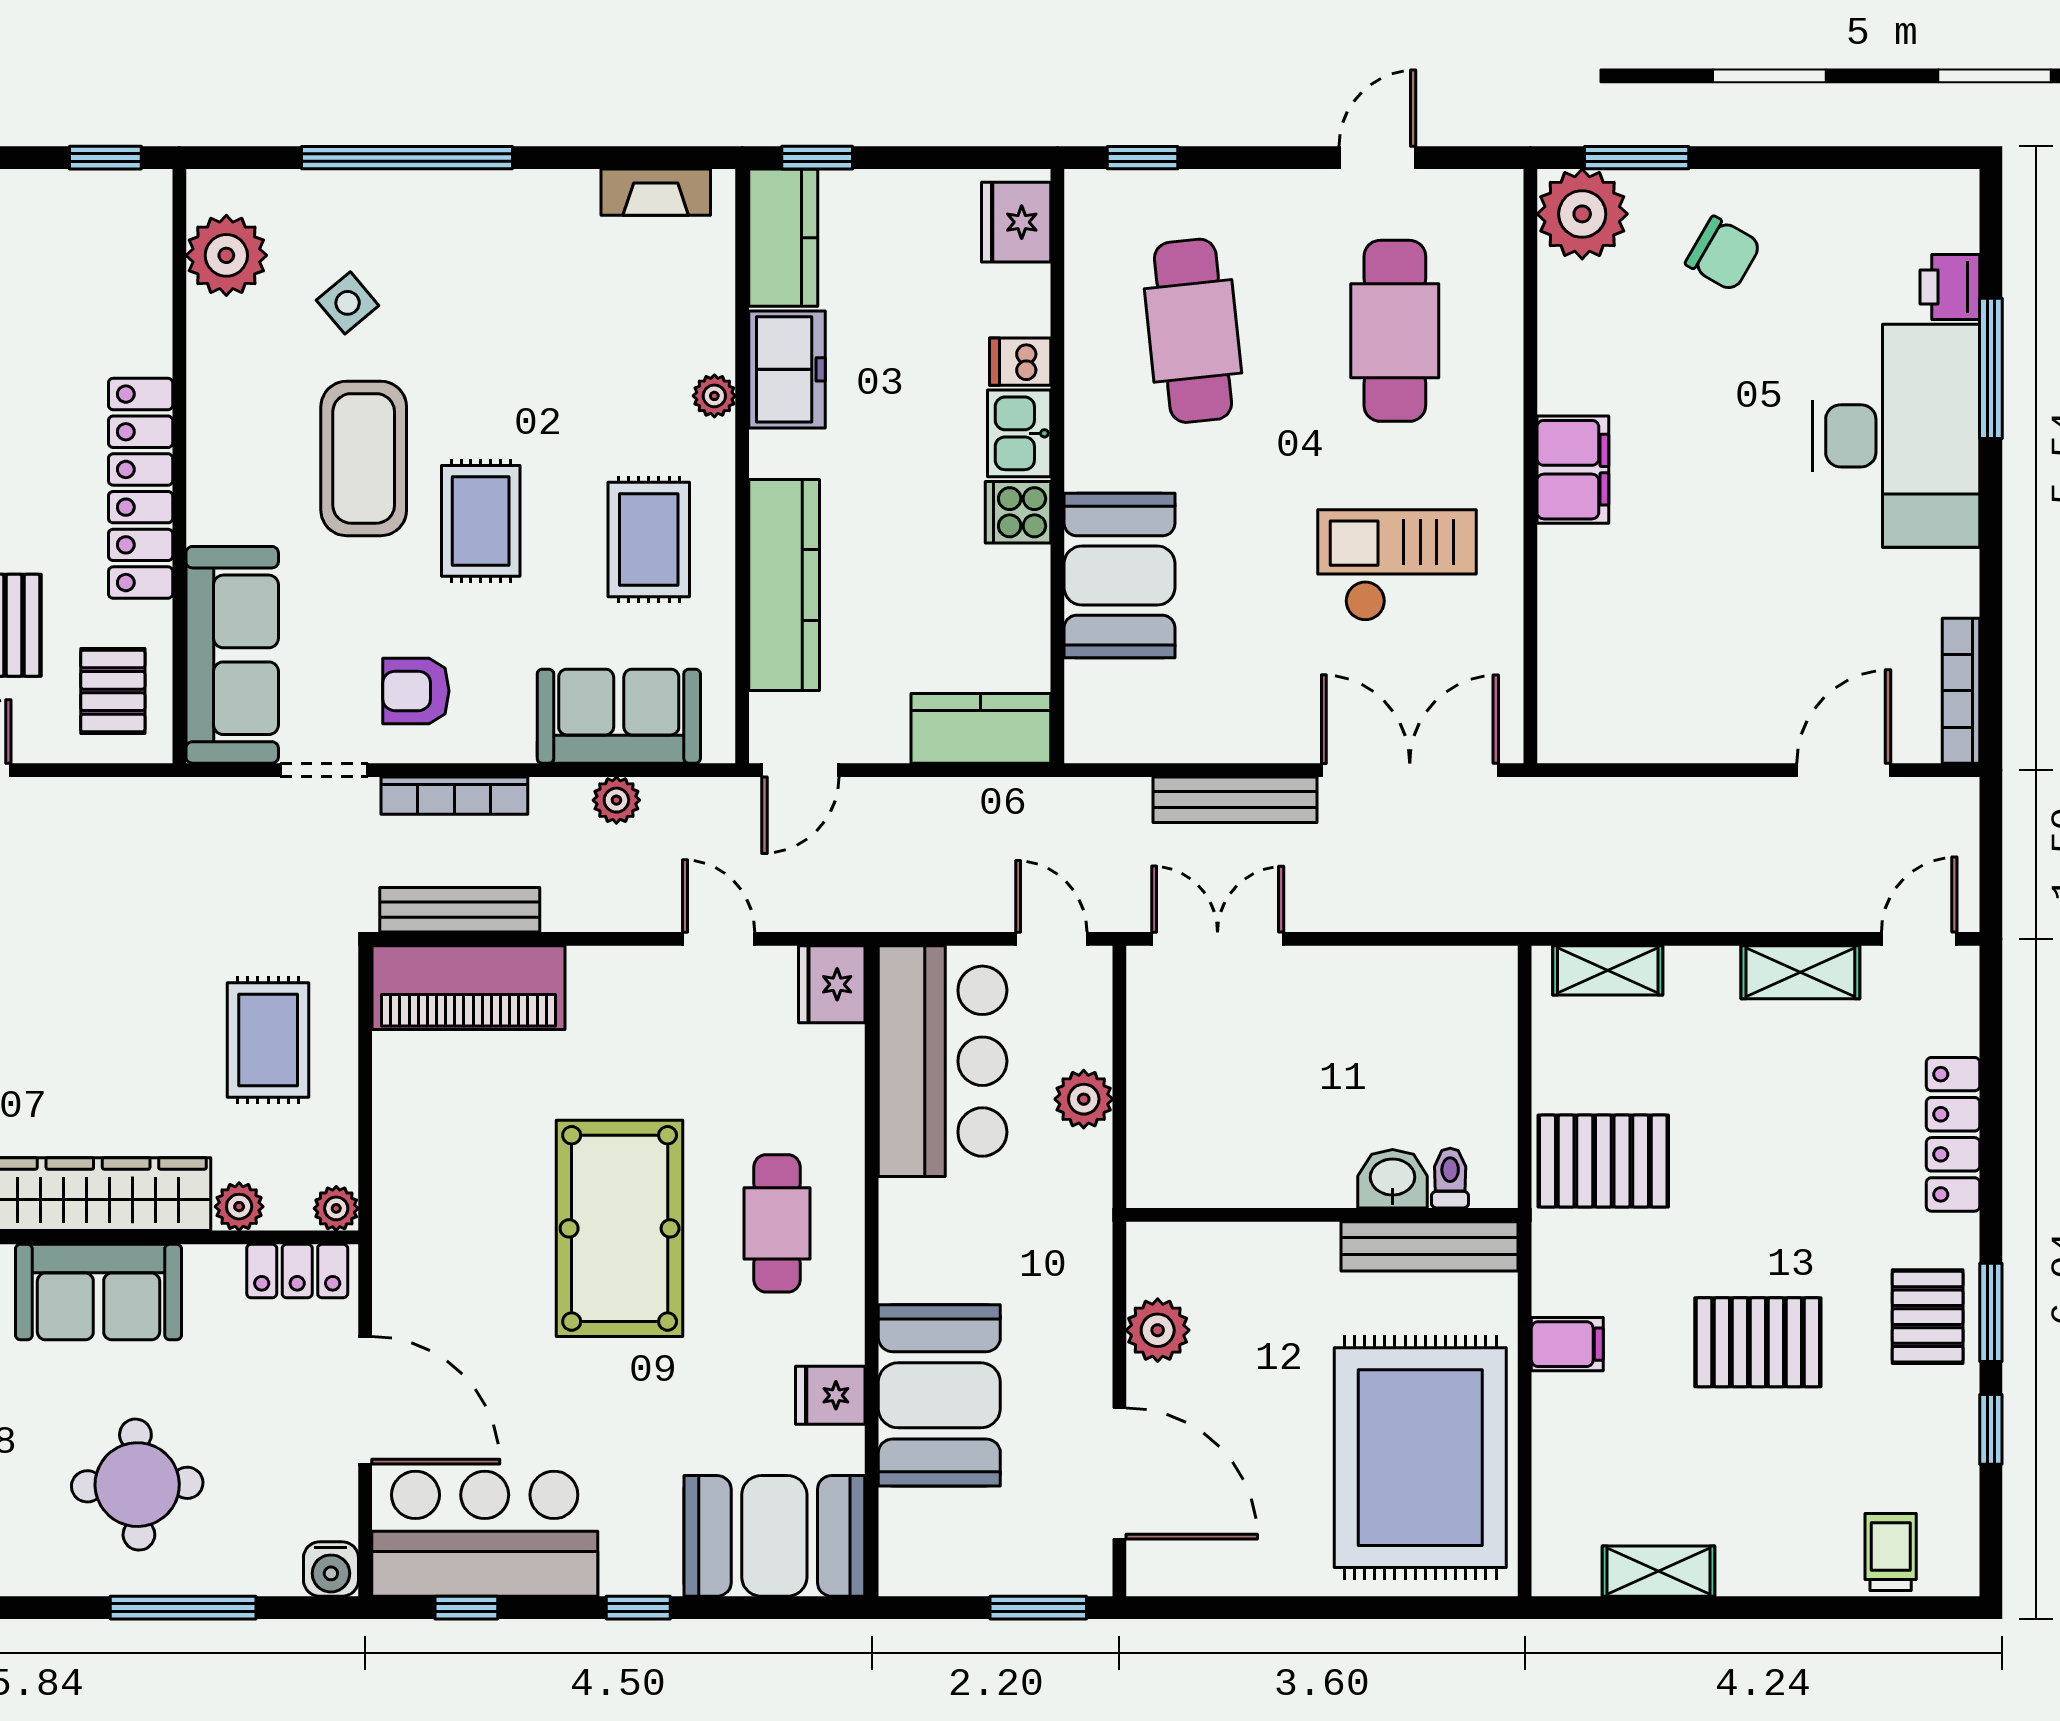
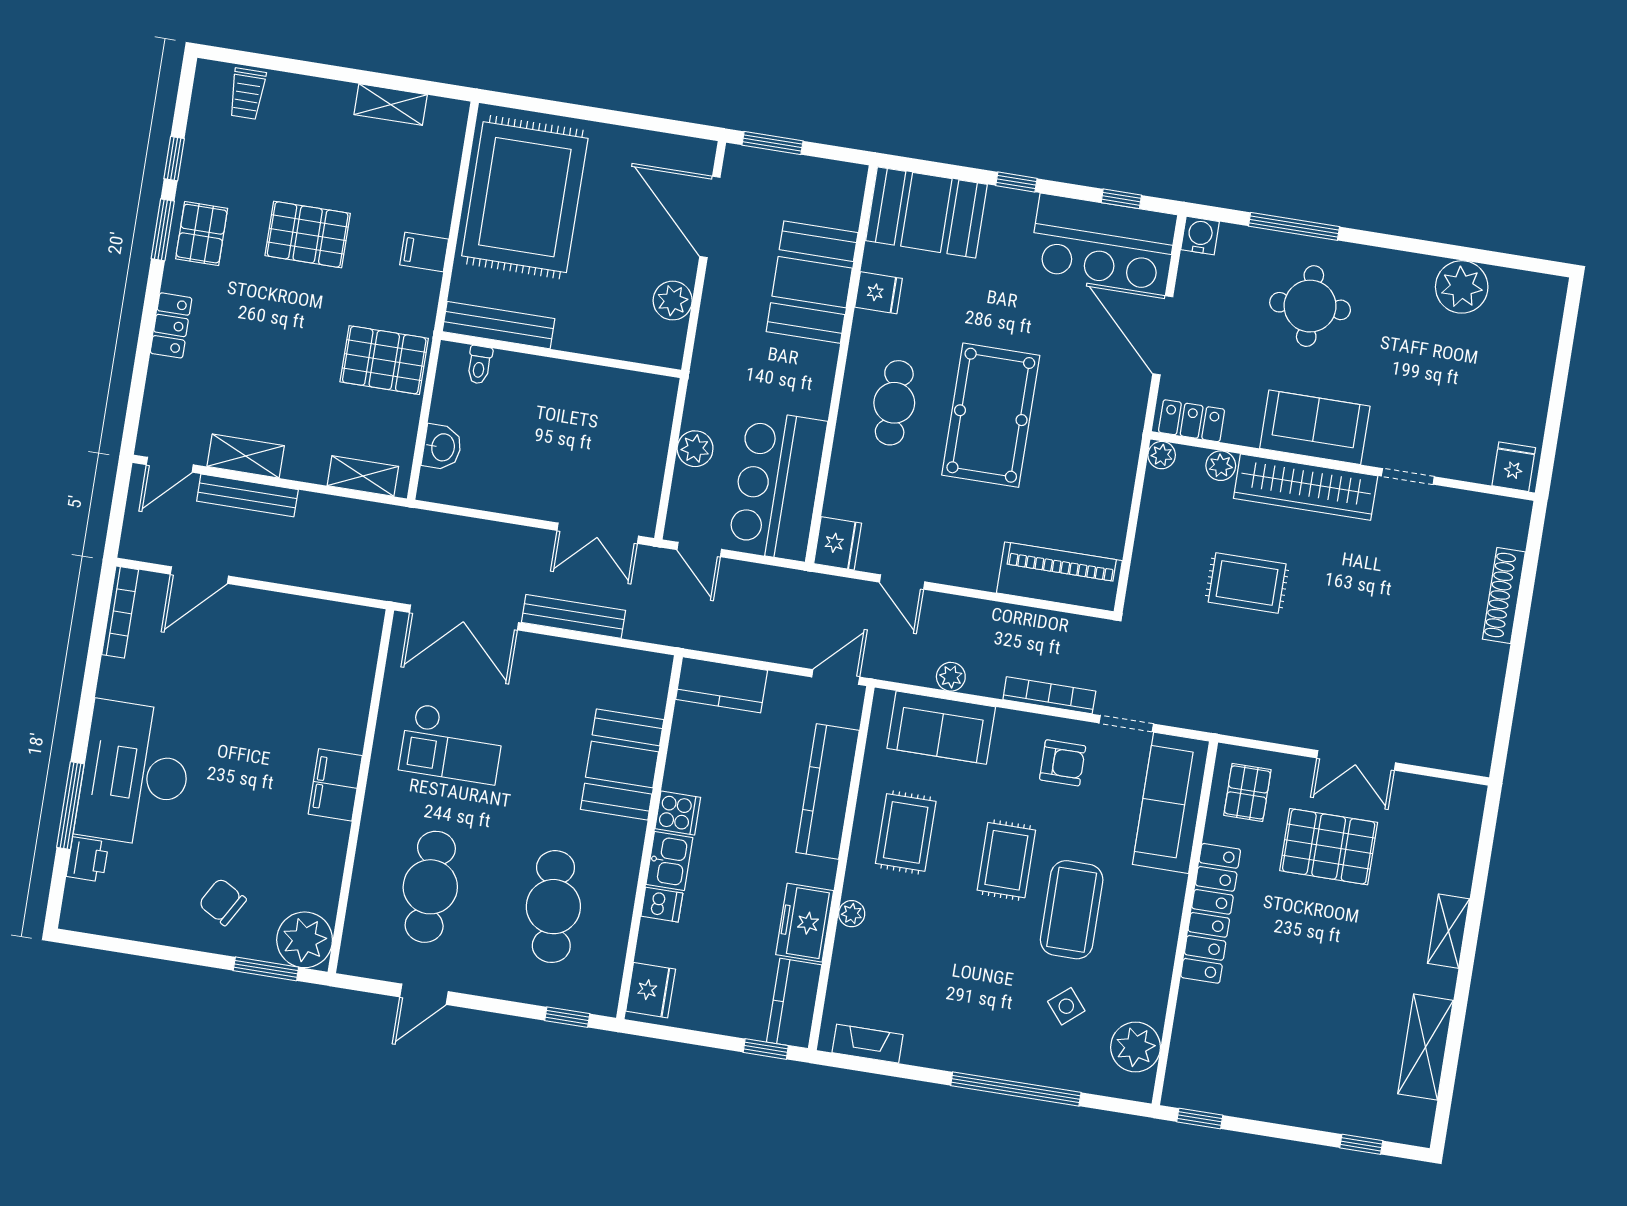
bench: (460, 910) -> (247, 495), moved
rug: (268, 1040) -> (1247, 583), moved, turned 90
locker: (1953, 1134) -> (171, 325), width x0.66
washbasin: (1393, 1179) -> (442, 447), moved, turned -90

